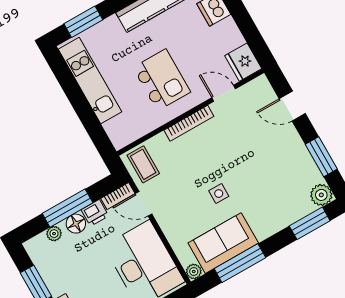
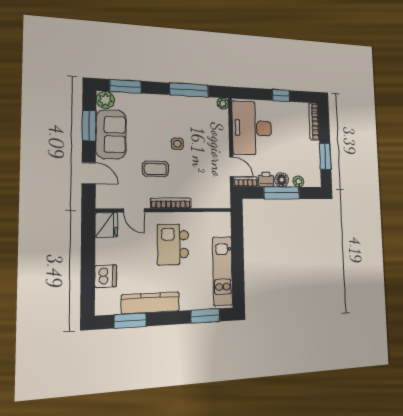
coffee table: (143, 164) -> (155, 169), moved, turned 90
sofa: (223, 243) -> (111, 134), moved, turned -90

